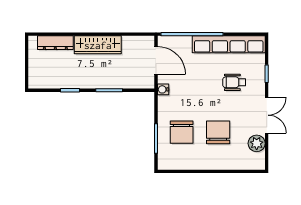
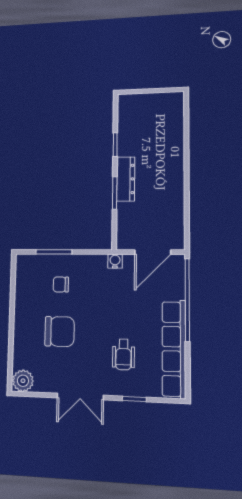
dresser: (55, 43) -> (126, 179), moved, turned 180
wardrobe: (98, 45) -> (173, 178), removed
wheelchair: (234, 82) -> (123, 355), turned 180
chair: (182, 132) -> (61, 284), width x0.54, depth x0.54
plant: (257, 143) -> (23, 381), moved

